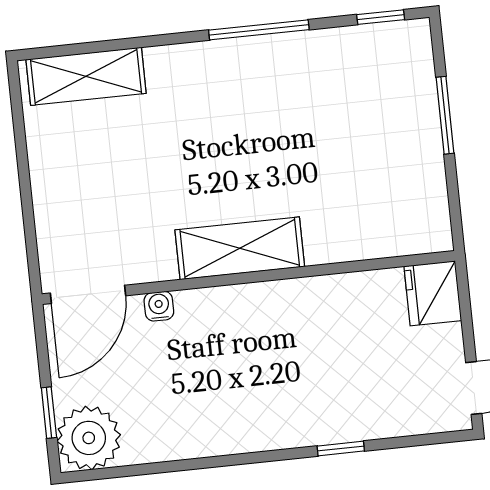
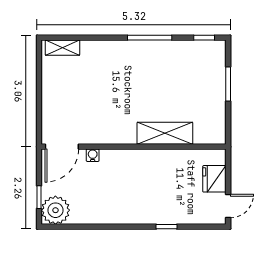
shelving: (86, 76) -> (62, 48), width x0.67, depth x0.75
shelving: (240, 248) -> (165, 133), moved
fridge: (433, 293) -> (214, 179), moved

